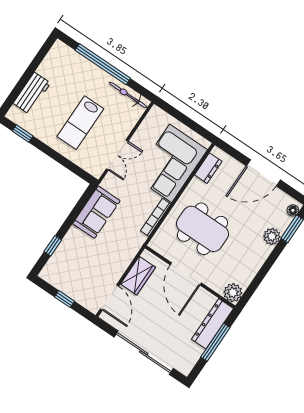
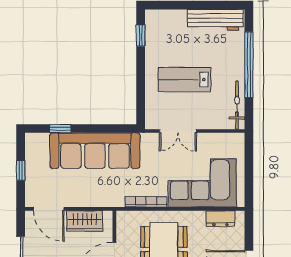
workbench: (32, 93) -> (215, 20), moved, width x1.38
sofa: (96, 212) -> (95, 151), width x1.85, depth x1.27
door: (110, 297) -> (49, 209), hinge flipped

